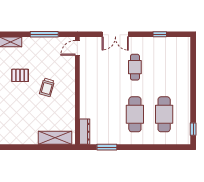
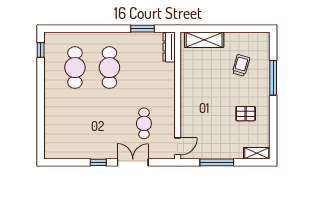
window: (160, 34) -> (98, 162), moved
cafe table: (135, 67) -> (144, 123), moved
trolley: (47, 87) -> (241, 65), moved

